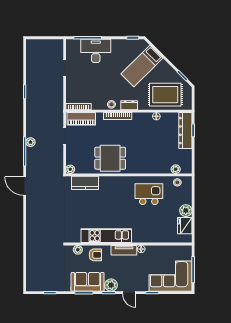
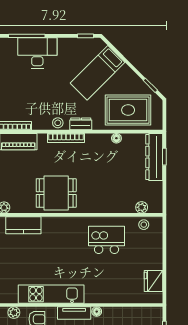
plant: (186, 211) -> (155, 261), removed

